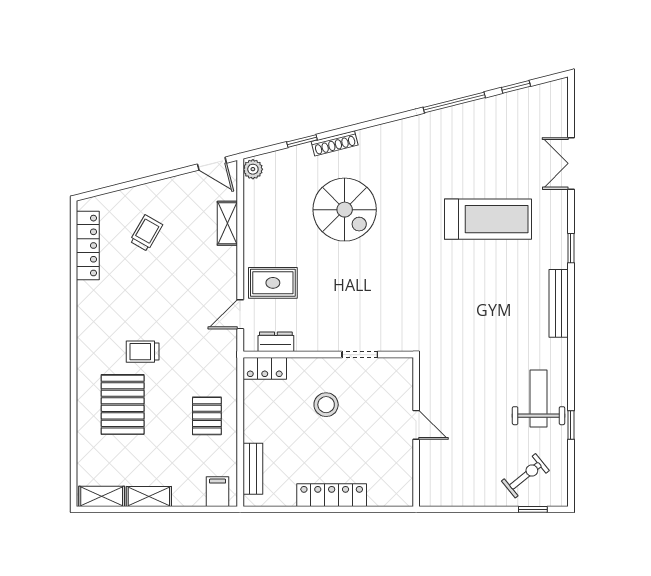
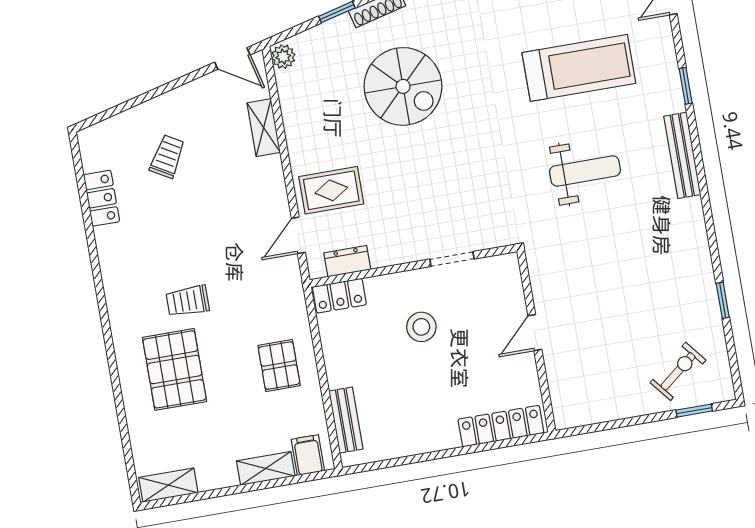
locker: (88, 246) -> (102, 198), width x0.66
weight bench: (539, 399) -> (585, 171), moved, turned 90
door: (416, 425) -> (535, 333), swing flipped
locker: (332, 495) -> (501, 426), moved
shelving: (149, 496) -> (266, 468), moved

